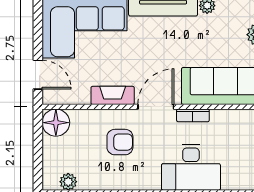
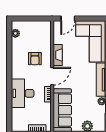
door: (156, 107) -> (52, 76), hinge flipped
floor lamp: (56, 123) -> (44, 27), removed

